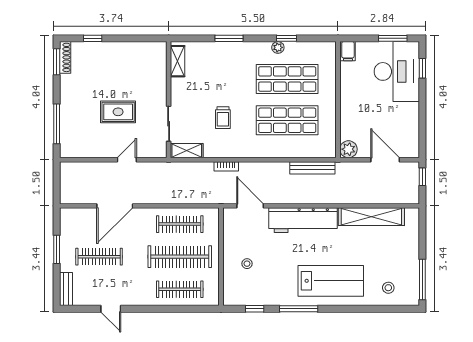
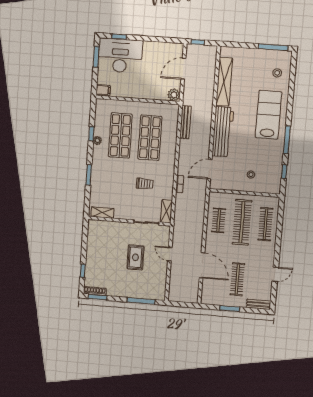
clothes rail: (180, 224) -> (219, 220), width x0.73

